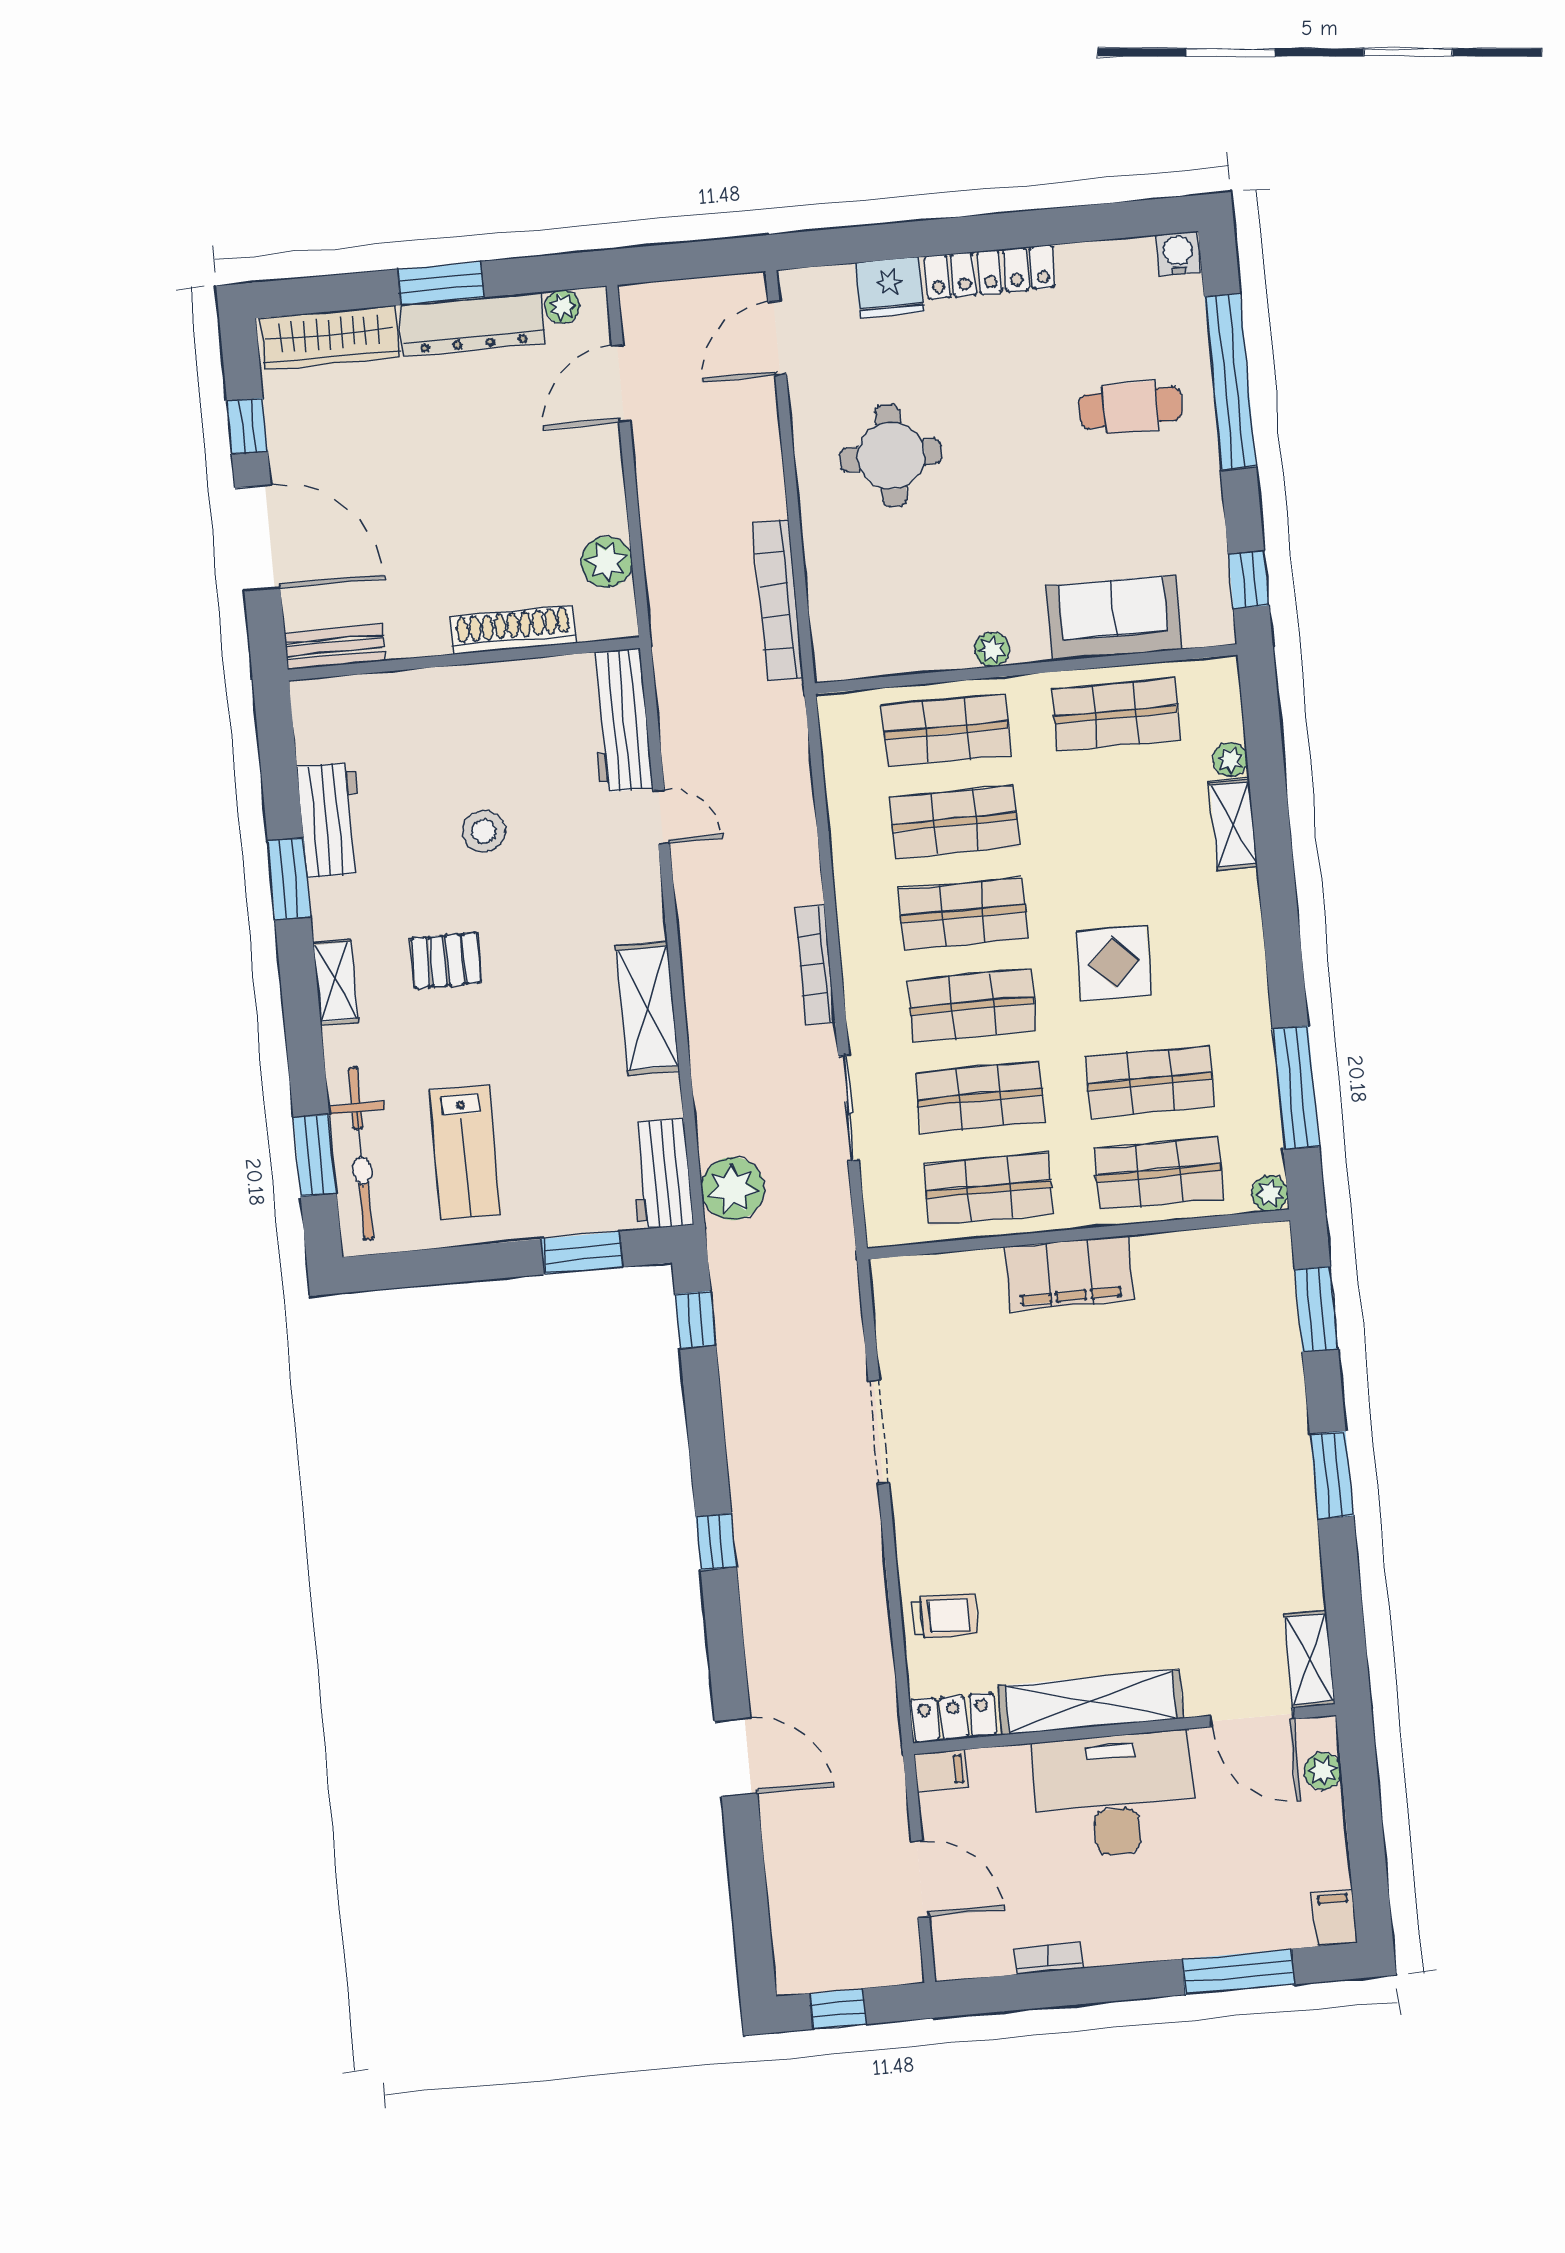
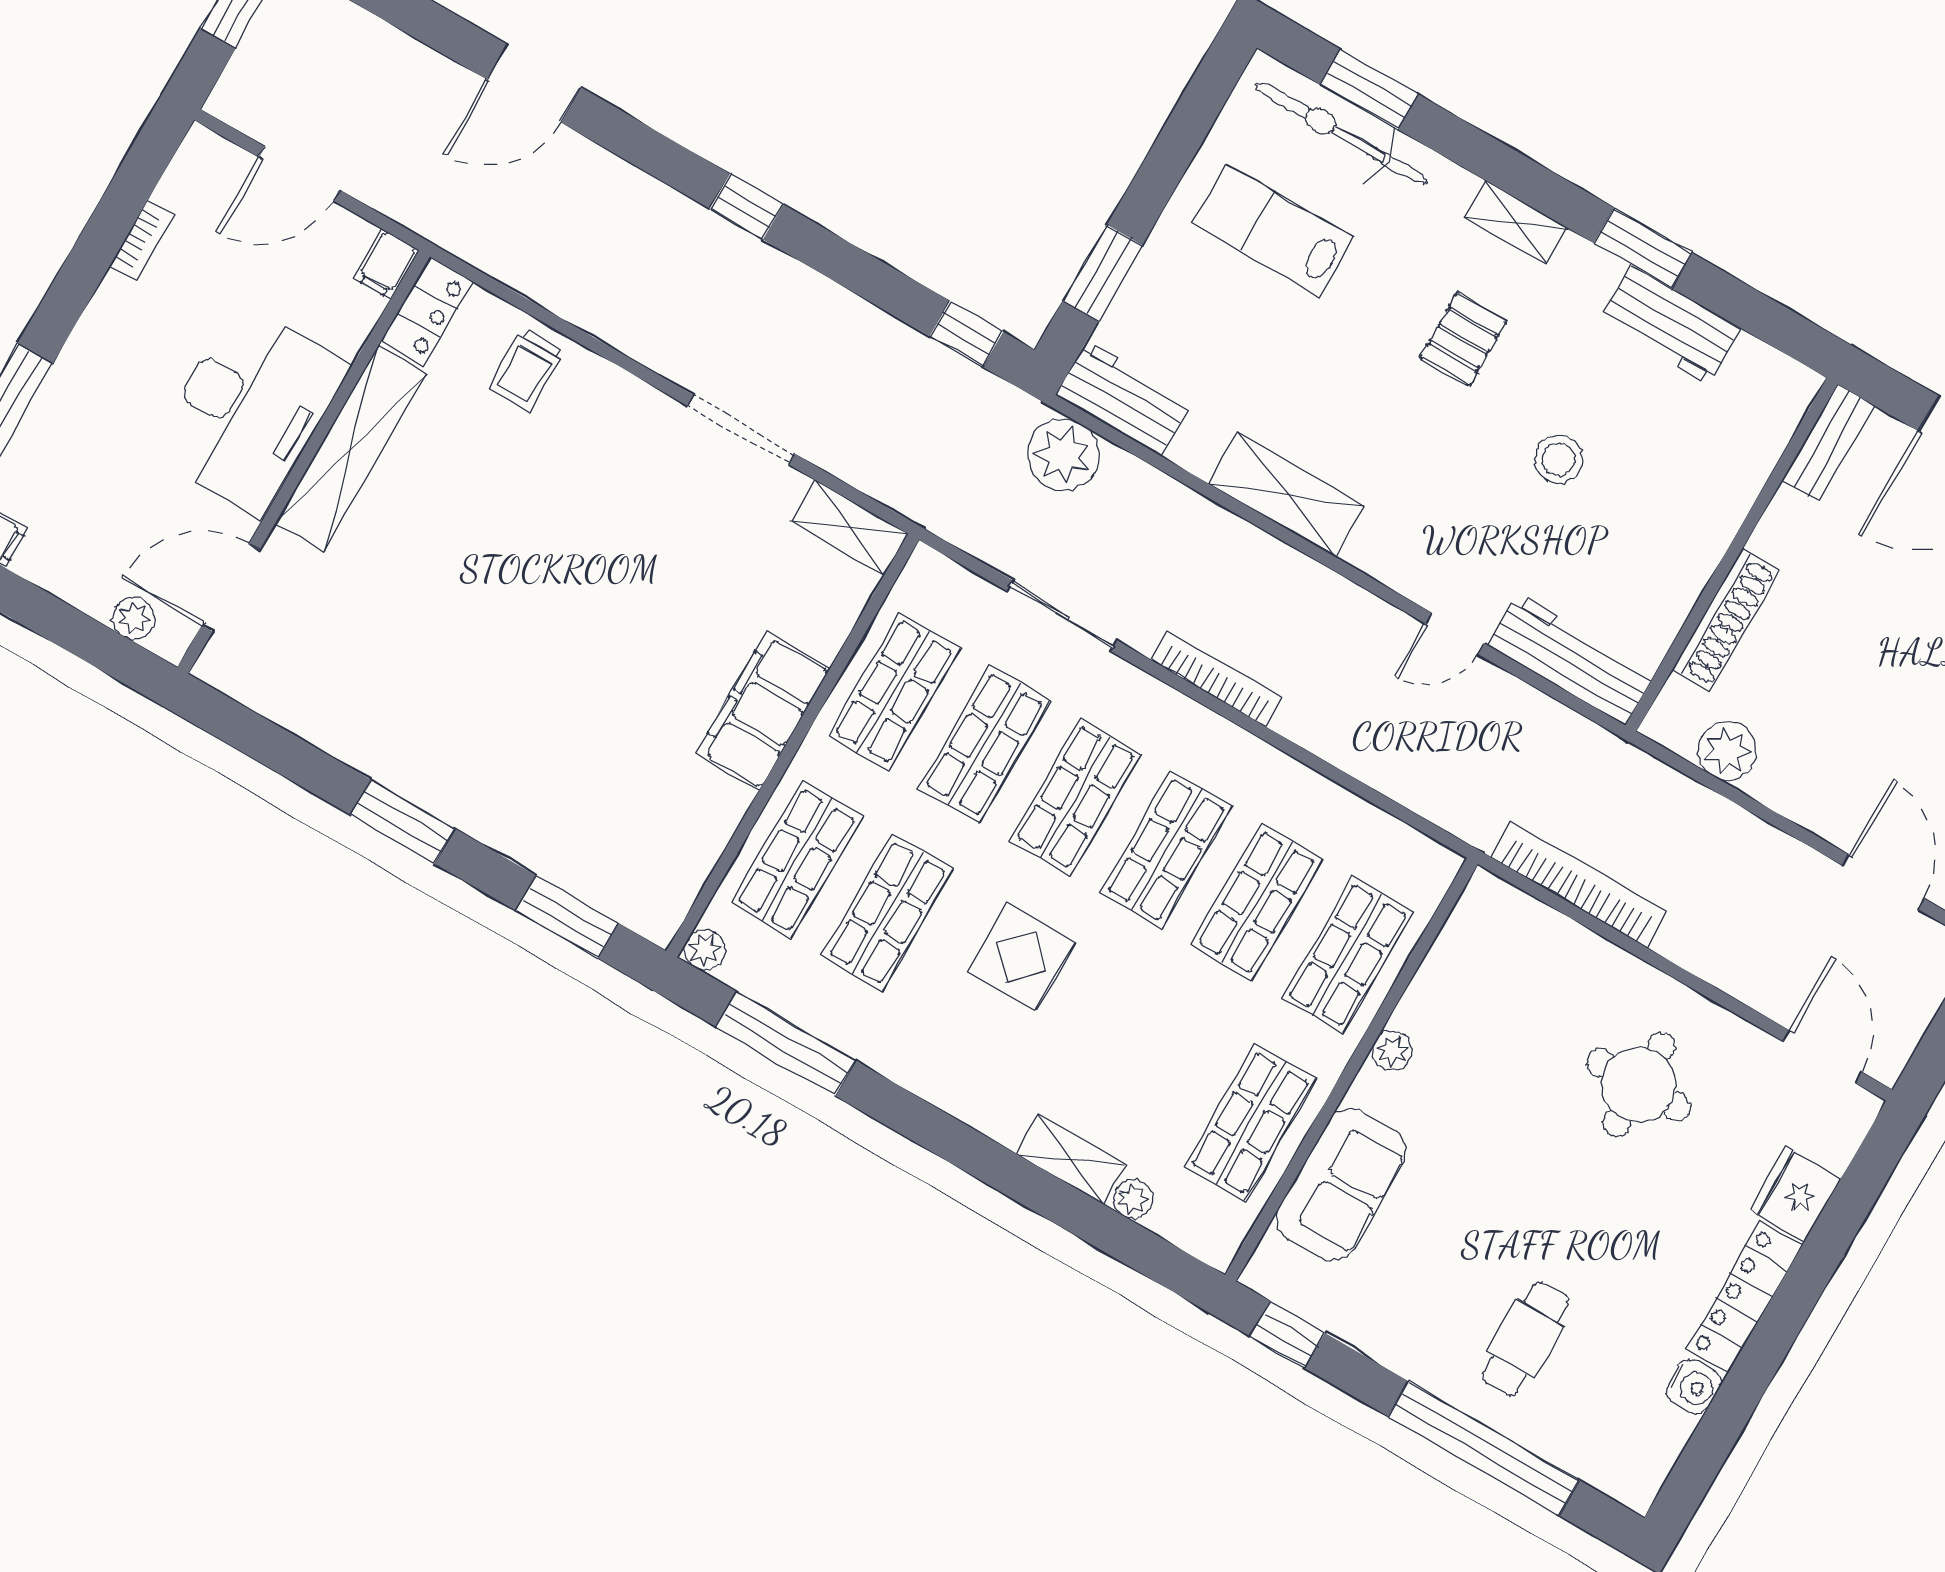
water cooler: (1178, 253) -> (1694, 1386), moved
shelving: (1310, 1659) -> (850, 528), moved

